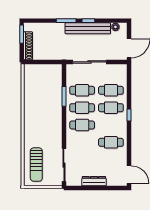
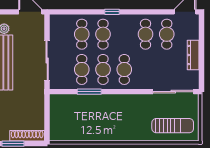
cafe table: (111, 160) -> (167, 34), added

